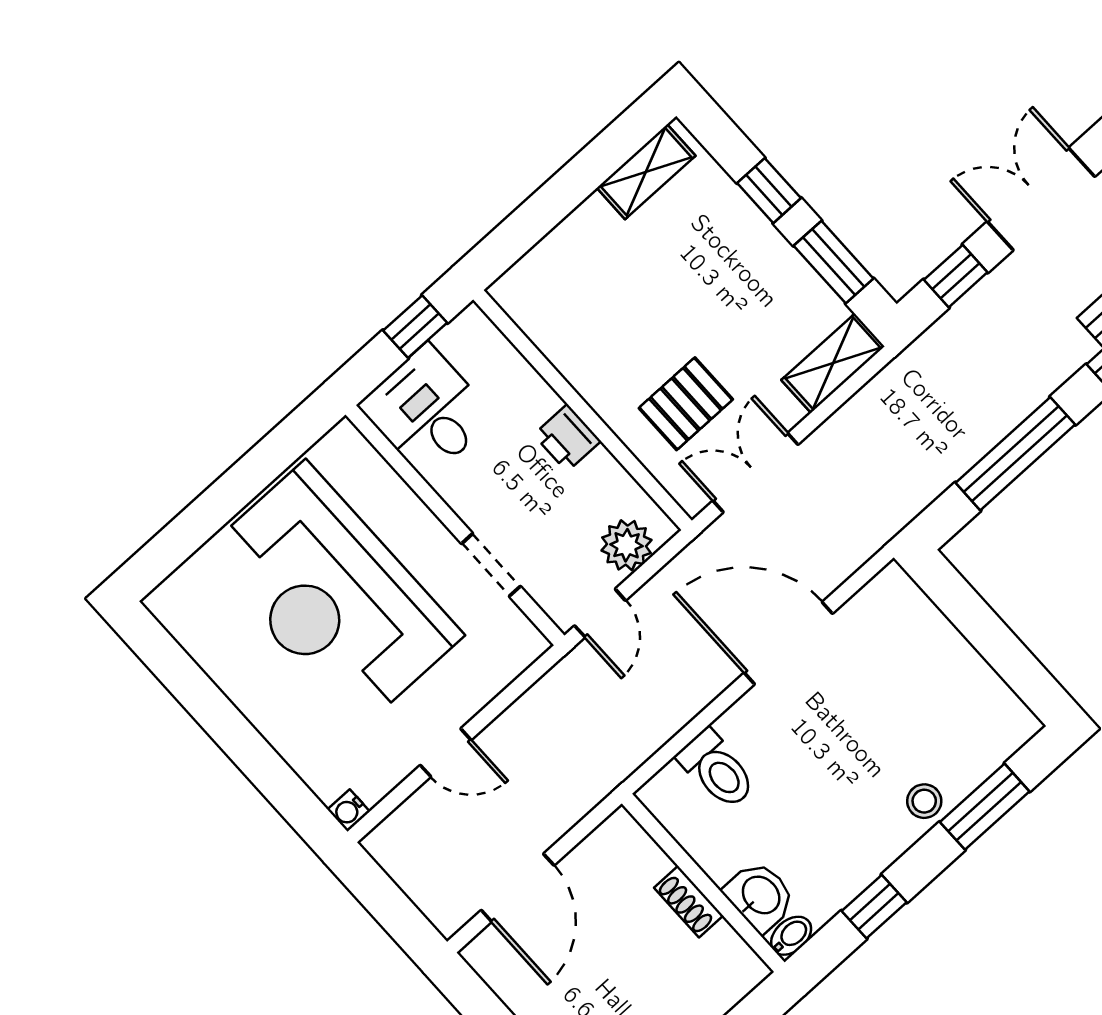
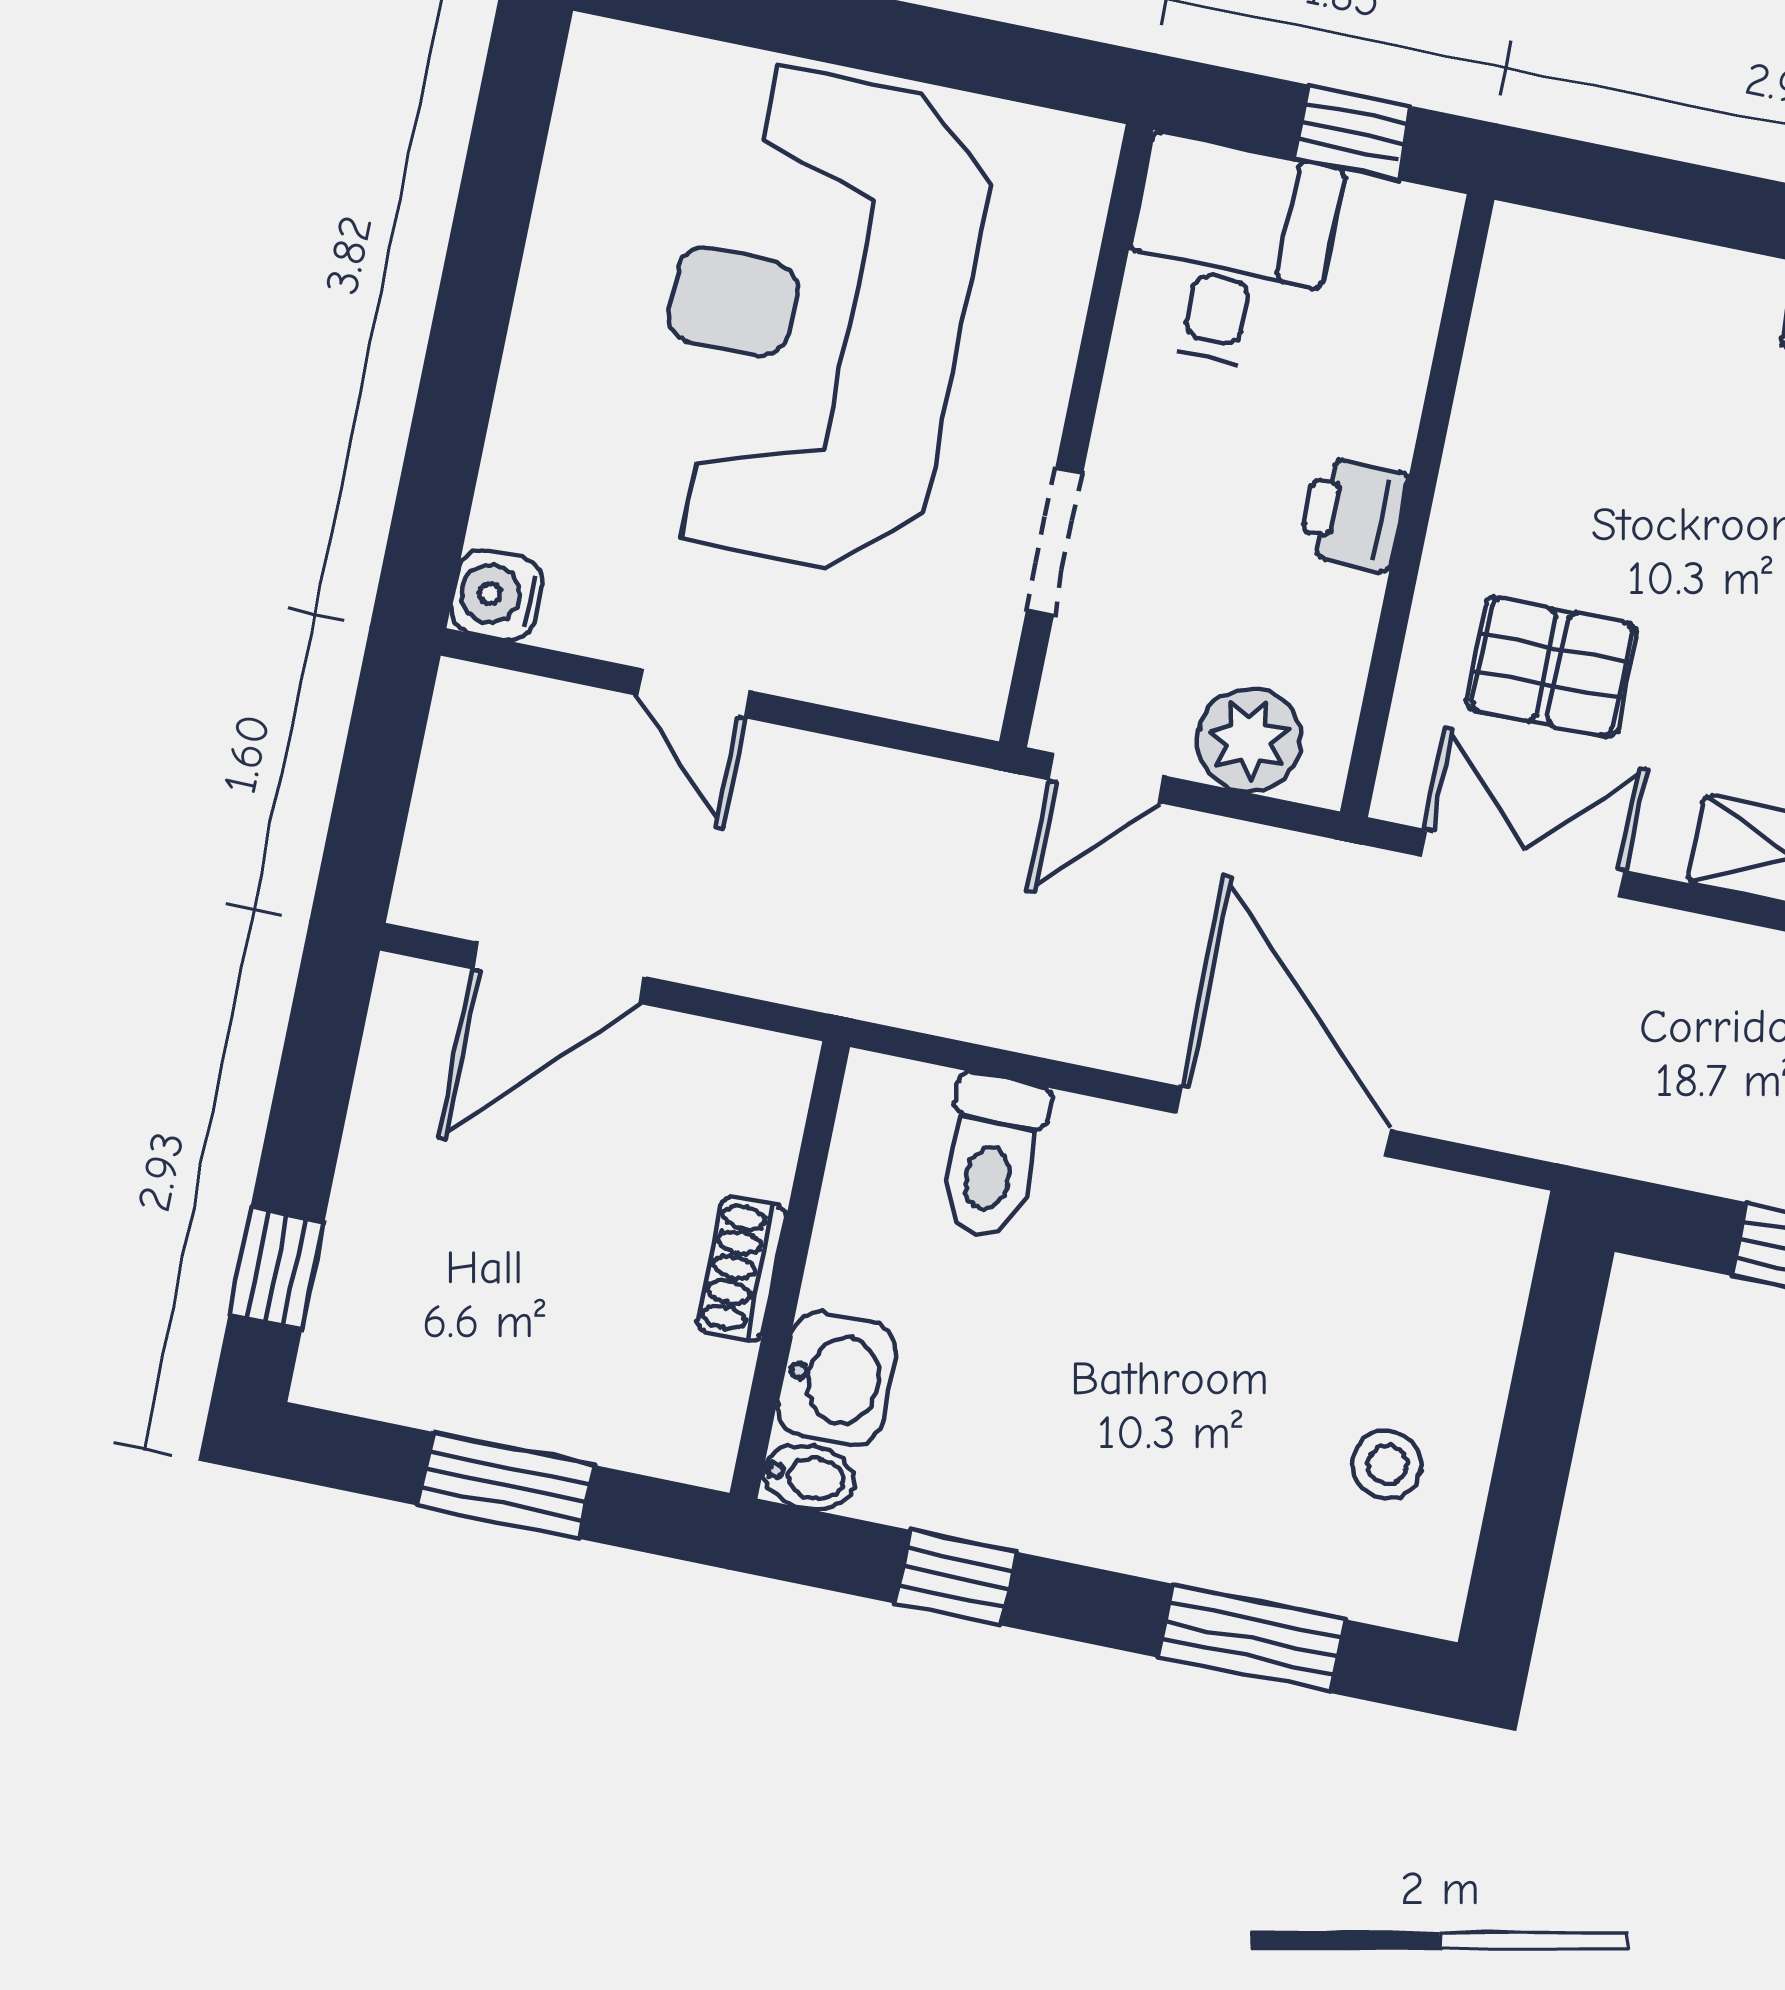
stool: (924, 801) -> (1387, 1465), moved
water cooler: (349, 811) -> (496, 595), width x1.38, depth x1.38

